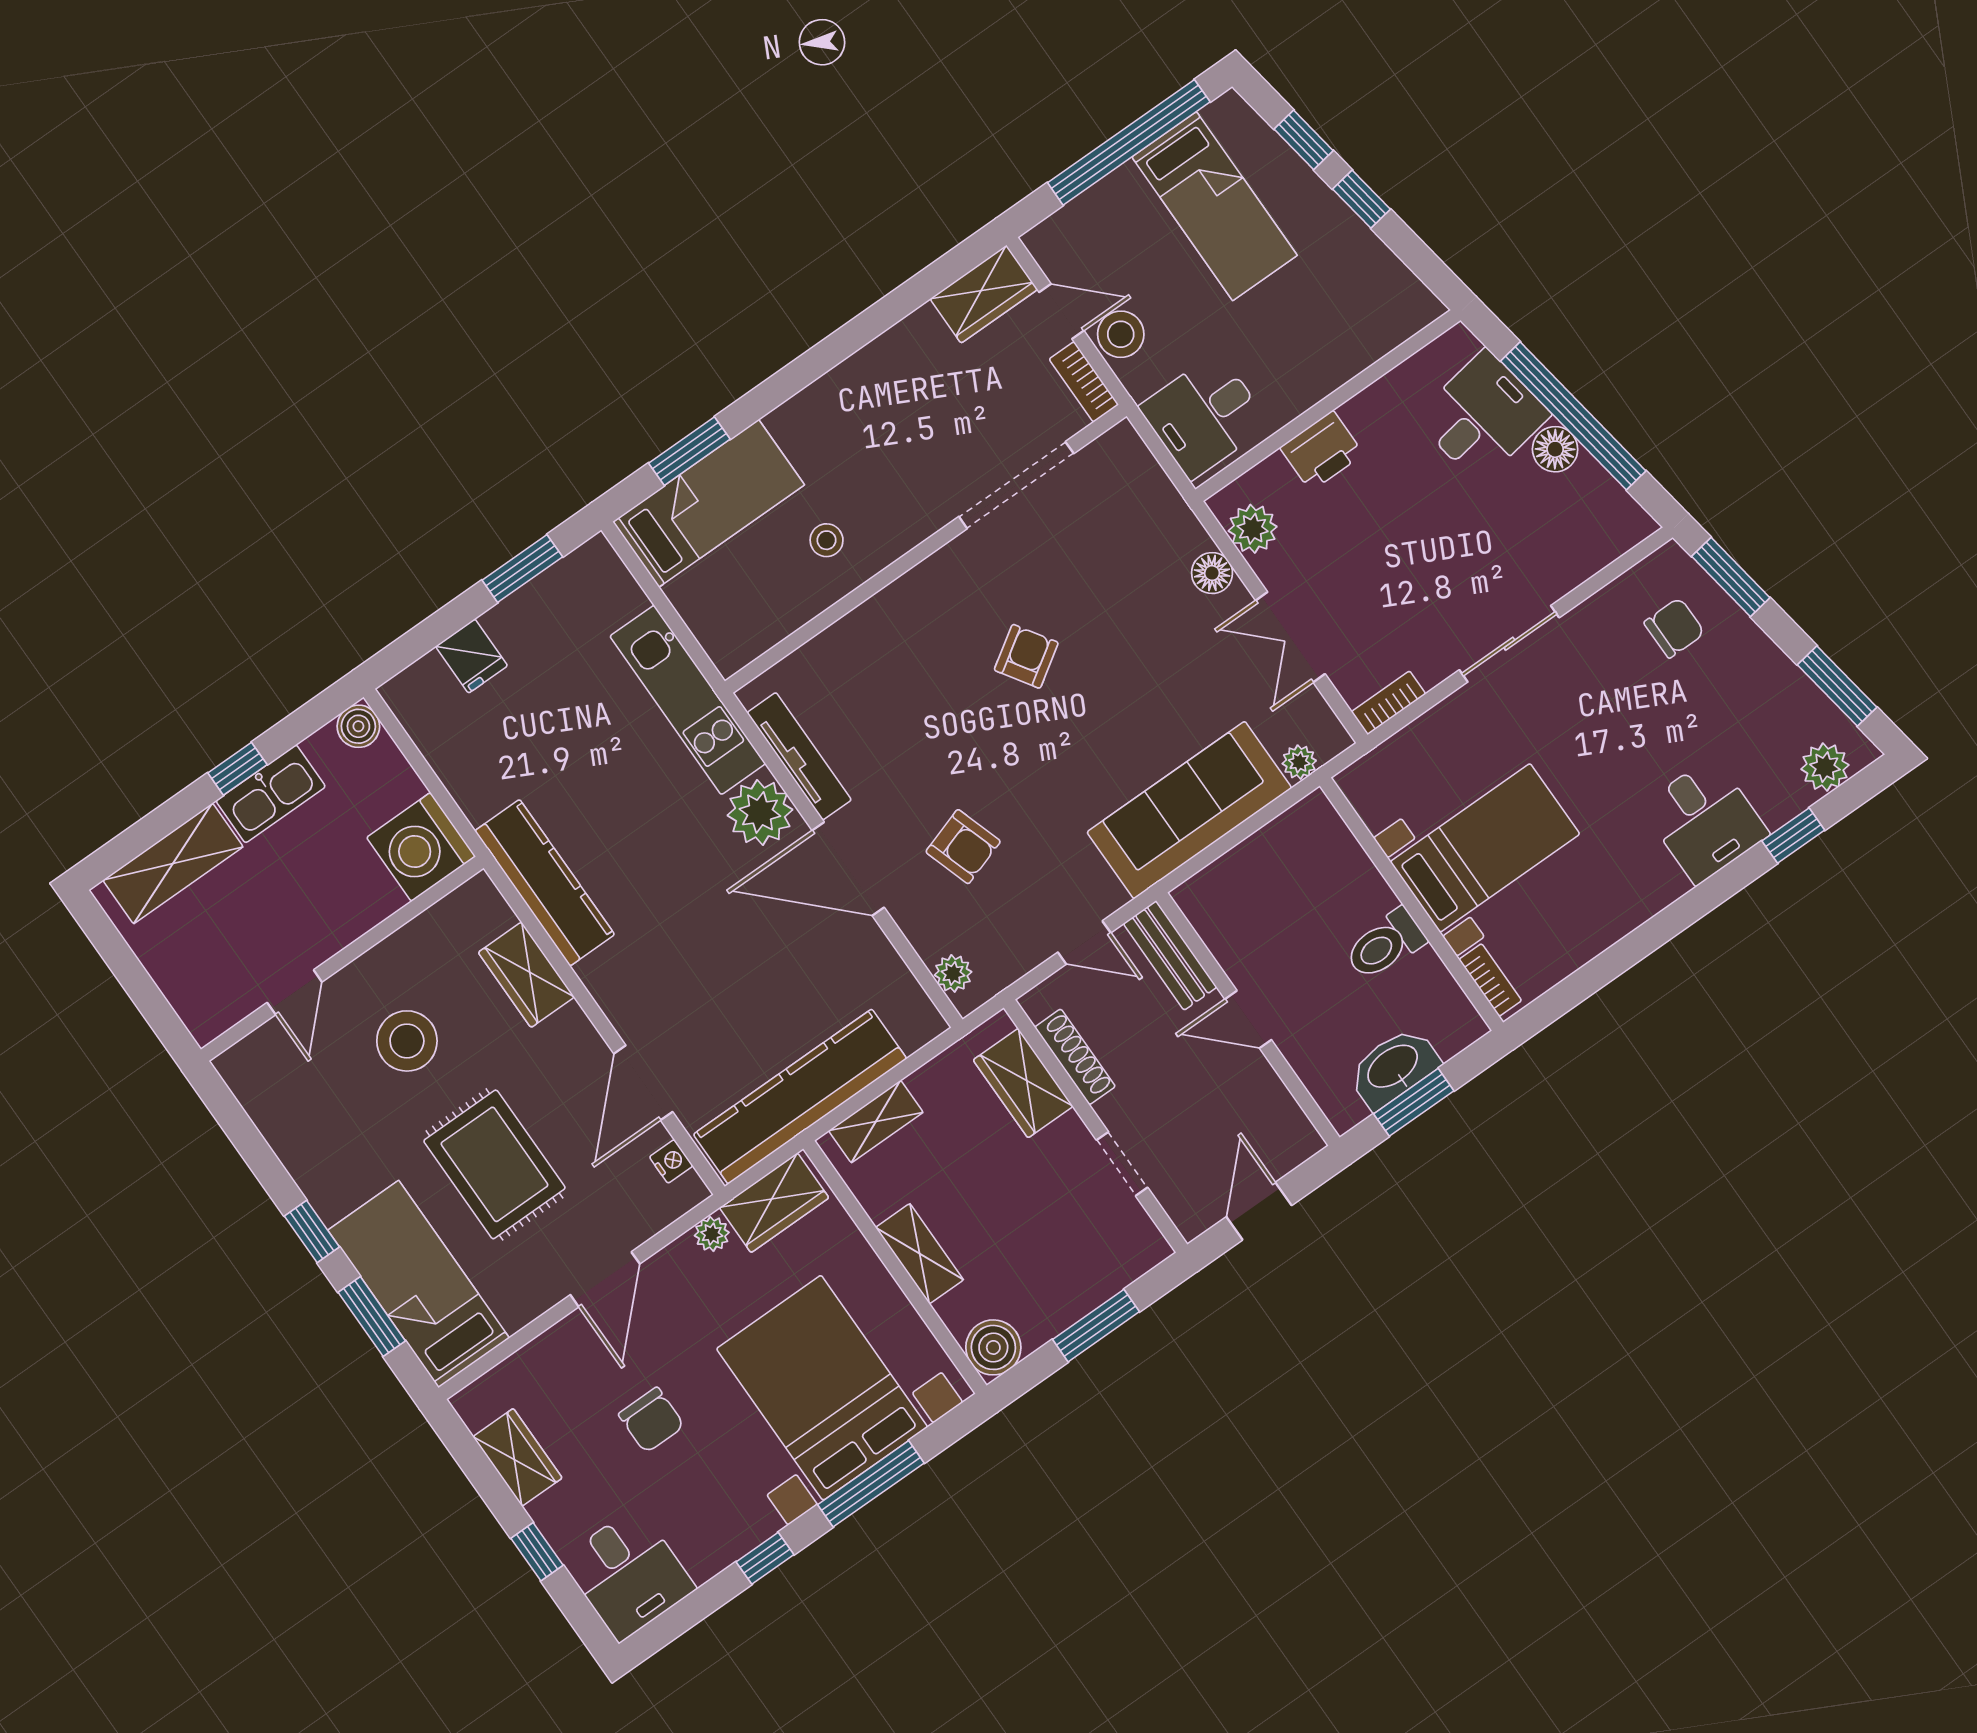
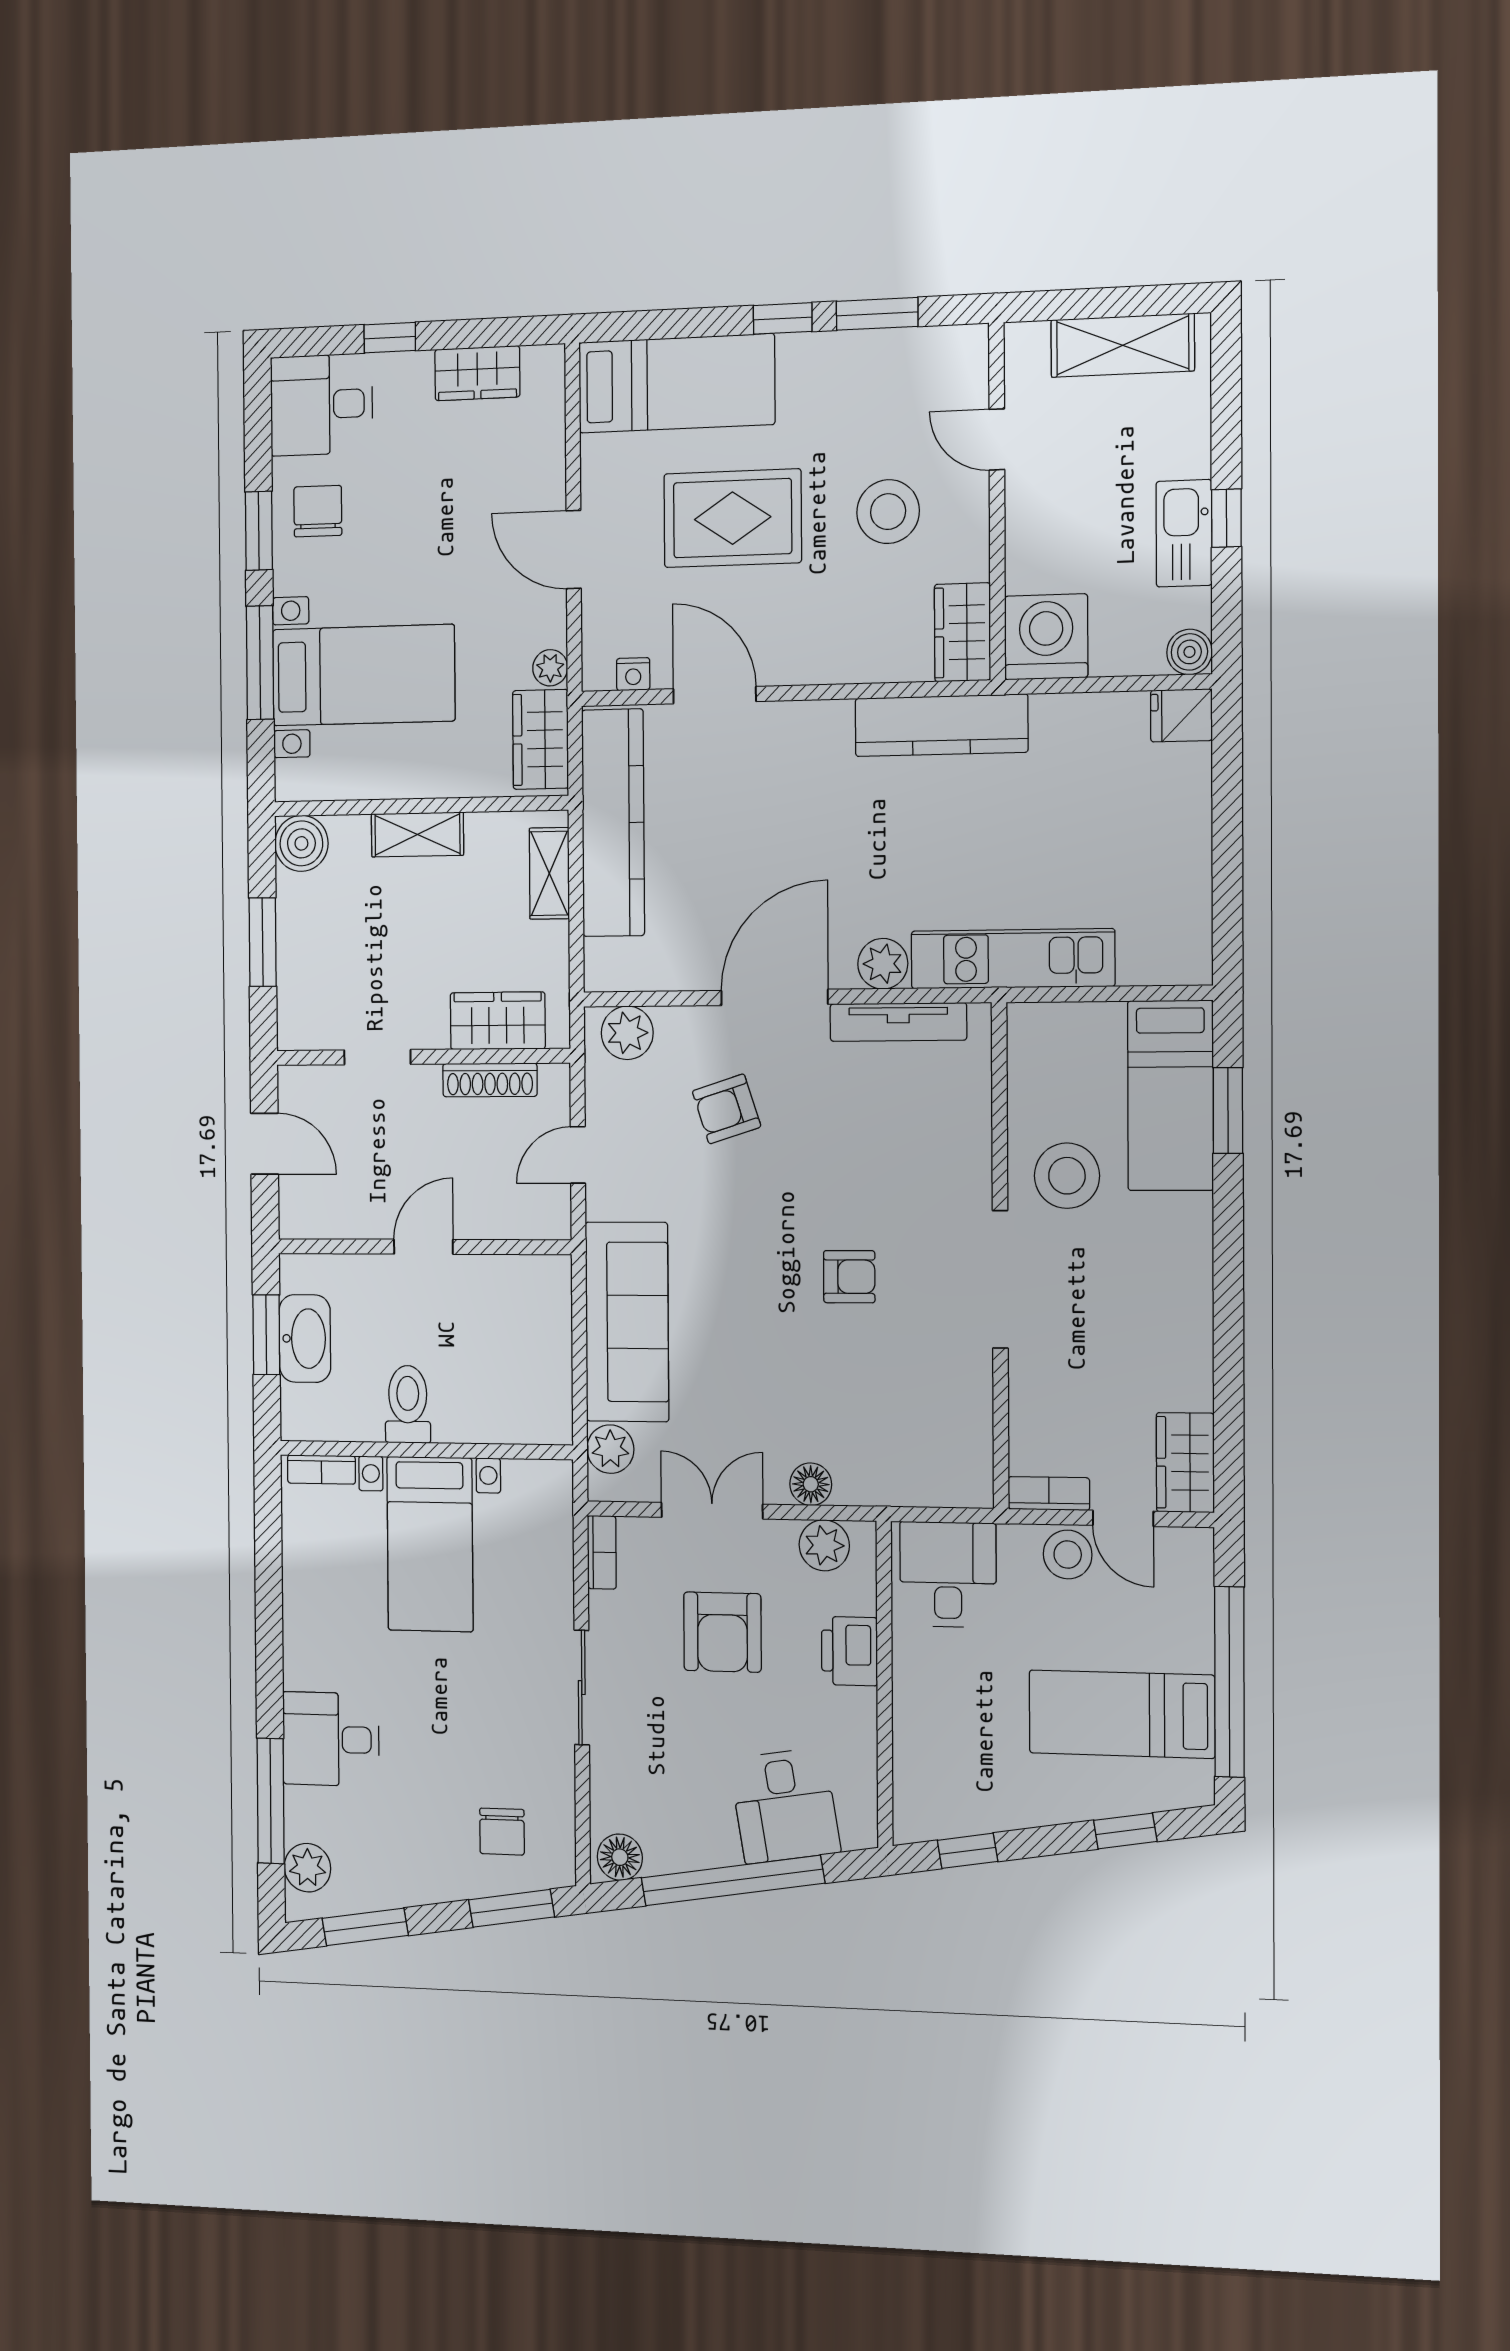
window: (1362, 199) -> (968, 1851), moved
door: (1062, 311) -> (1123, 1518), hinge flipped
floor lamp: (1555, 449) -> (620, 1857), moved
doorway: (1016, 485) -> (1000, 1279), moved
stool: (827, 540) -> (1067, 1176), width x1.89, depth x1.89
armchair: (1381, 562) -> (722, 1632), added
window: (522, 569) -> (1227, 892), removed
fridge: (472, 656) -> (1181, 715), moved
armchair: (1026, 656) -> (849, 1277), turned -57
plant: (1299, 762) -> (610, 1449), width x1.38, depth x1.38
plant: (760, 812) -> (883, 964), width x0.73, depth x0.73
window: (1793, 836) -> (271, 1801), width x2.17
shelving: (173, 864) -> (1123, 345), moved, turned 90
bench: (1170, 955) -> (519, 1219), removed
plant: (953, 973) -> (627, 1033), width x1.38, depth x1.38
wardrobe: (526, 975) -> (962, 632), moved, turned -90
window: (372, 1317) -> (877, 314), moved
bed with nightstands: (822, 1388) -> (364, 675), width x0.73
chair: (651, 1420) -> (318, 511), moved, turned 90
window: (765, 1558) -> (259, 531), width x1.50

